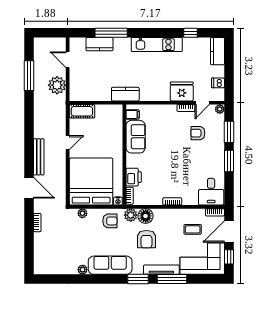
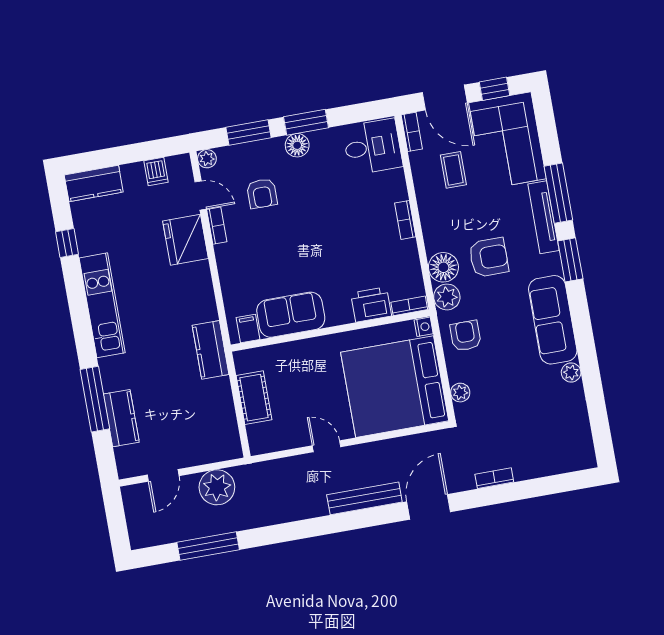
cot: (82, 111) -> (254, 398), moved
floor lamp: (218, 155) -> (297, 145), added

